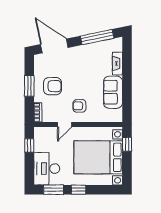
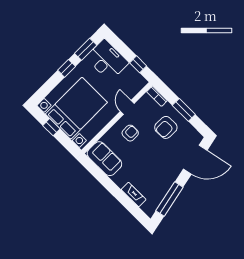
sofa: (113, 92) -> (104, 159), moved
window: (127, 144) -> (51, 127), moved

